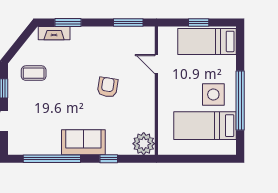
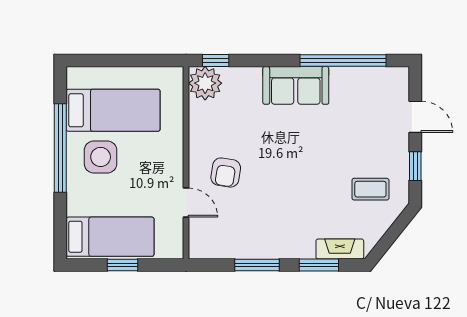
window: (128, 23) -> (257, 265), moved
armchair: (108, 87) -> (226, 173), moved
window: (109, 159) -> (216, 61), moved

